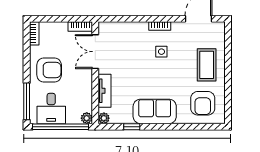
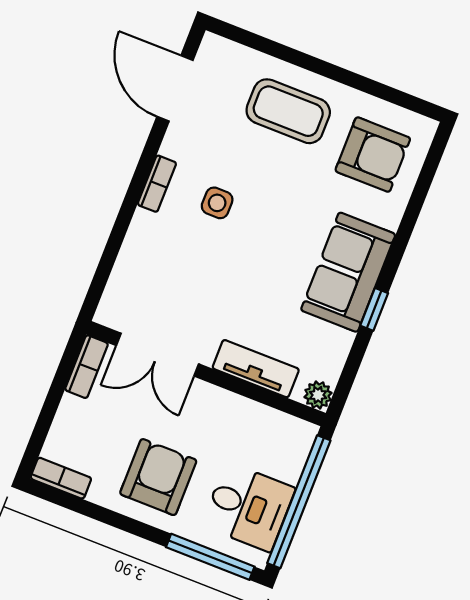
plant: (87, 118) -> (302, 434), removed
window: (132, 127) -> (374, 309), moved

